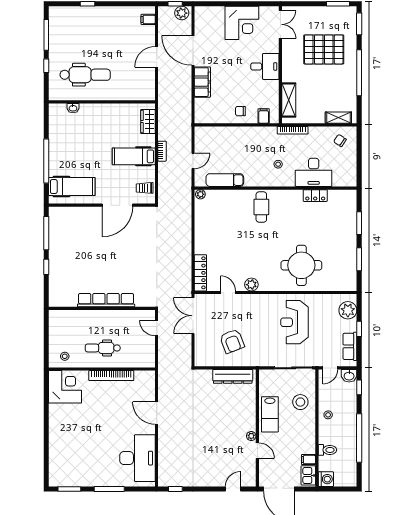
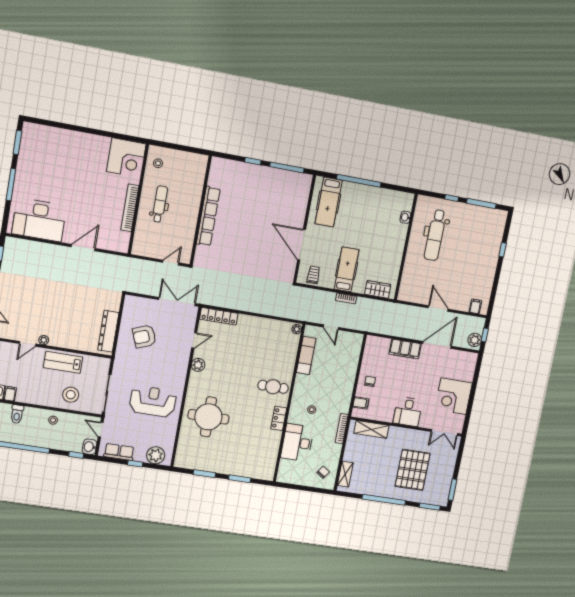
locker: (315, 196) -> (279, 418), moved

